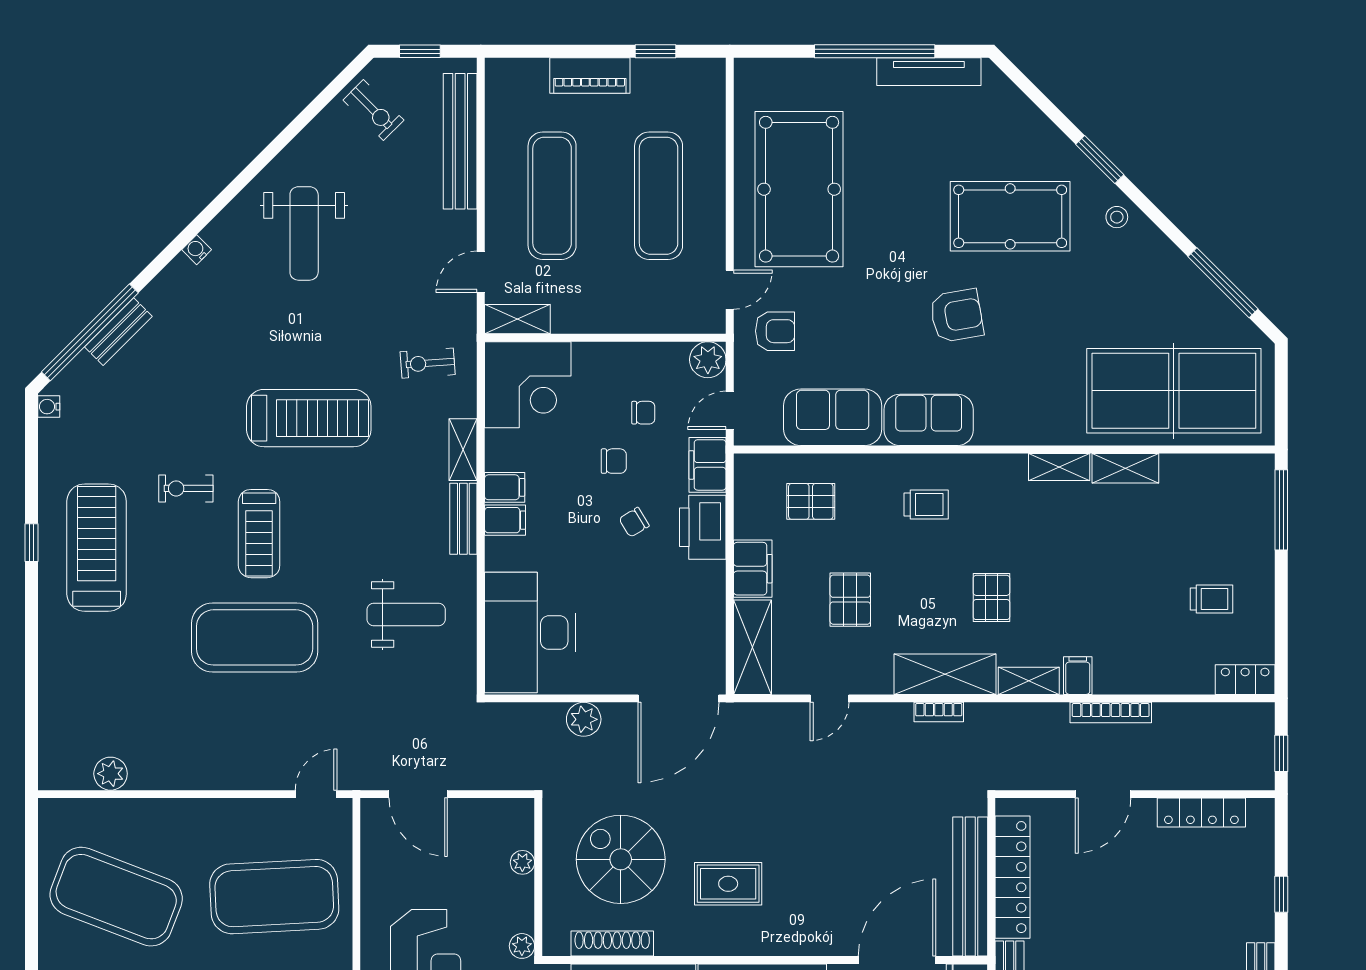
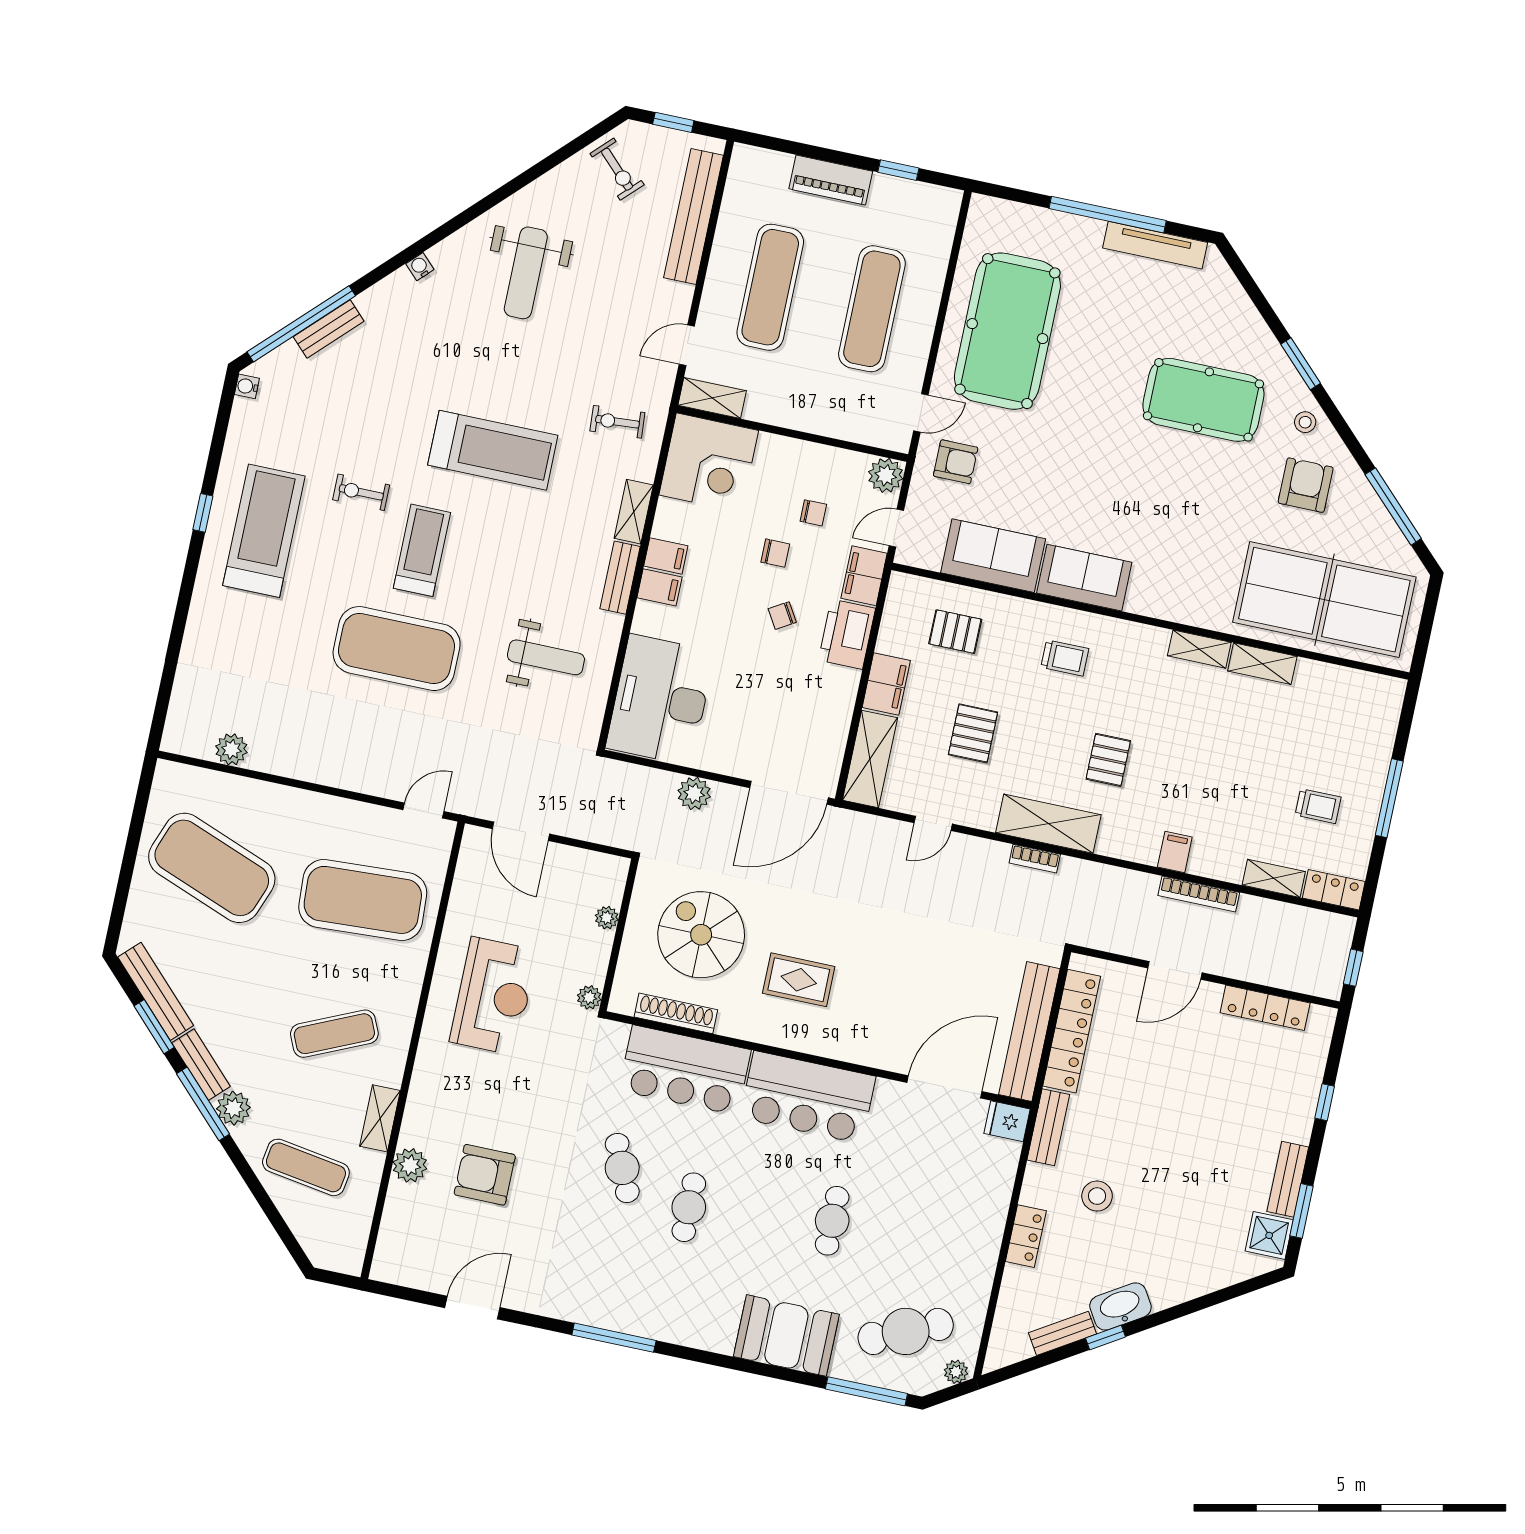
armchair: (957, 316) -> (1306, 485), moved, turned -80
window: (1281, 510) -> (1389, 798), moved
treadmill: (259, 534) -> (422, 550), turned 180
shelving: (1029, 681) -> (1274, 878), moved

